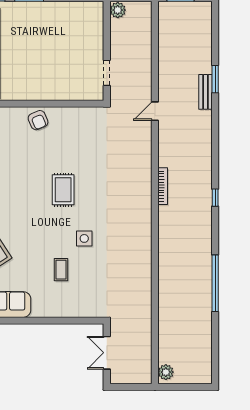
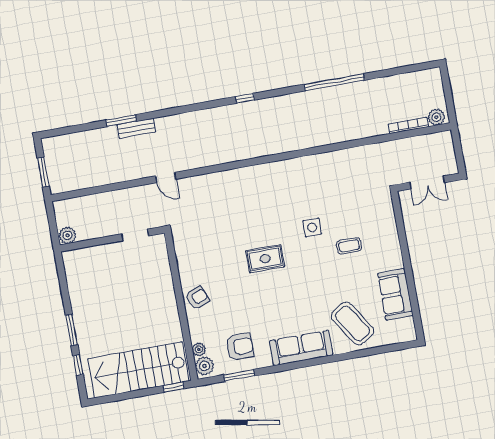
bookcase: (163, 186) -> (408, 126), moved

